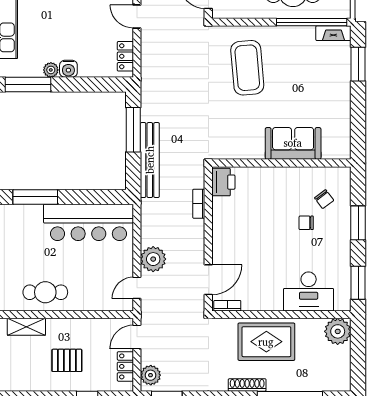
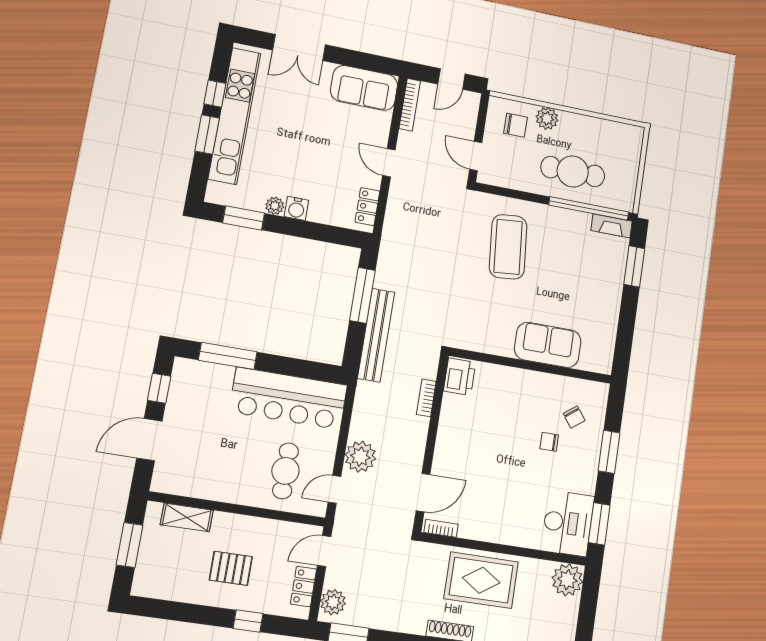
window: (28, 85) -> (244, 218), width x0.69
desk: (309, 291) -> (568, 523), moved, turned -90
cafe table: (45, 292) -> (285, 471), moved, turned 90

